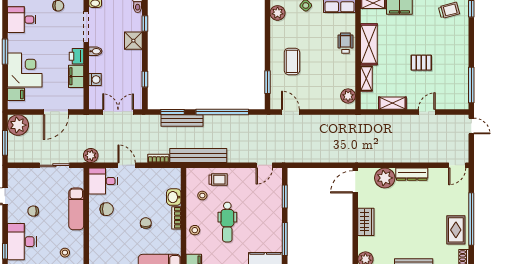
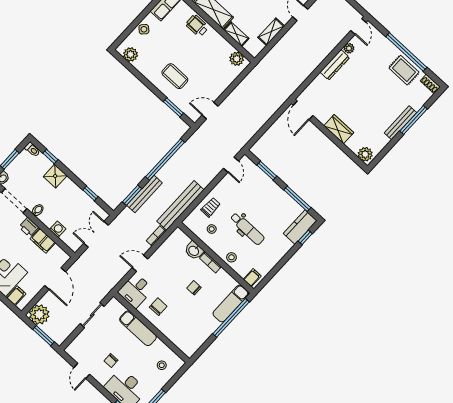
plant: (91, 155) -> (109, 282), removed
plant: (385, 178) -> (349, 48), moved, width x0.53, depth x0.53

